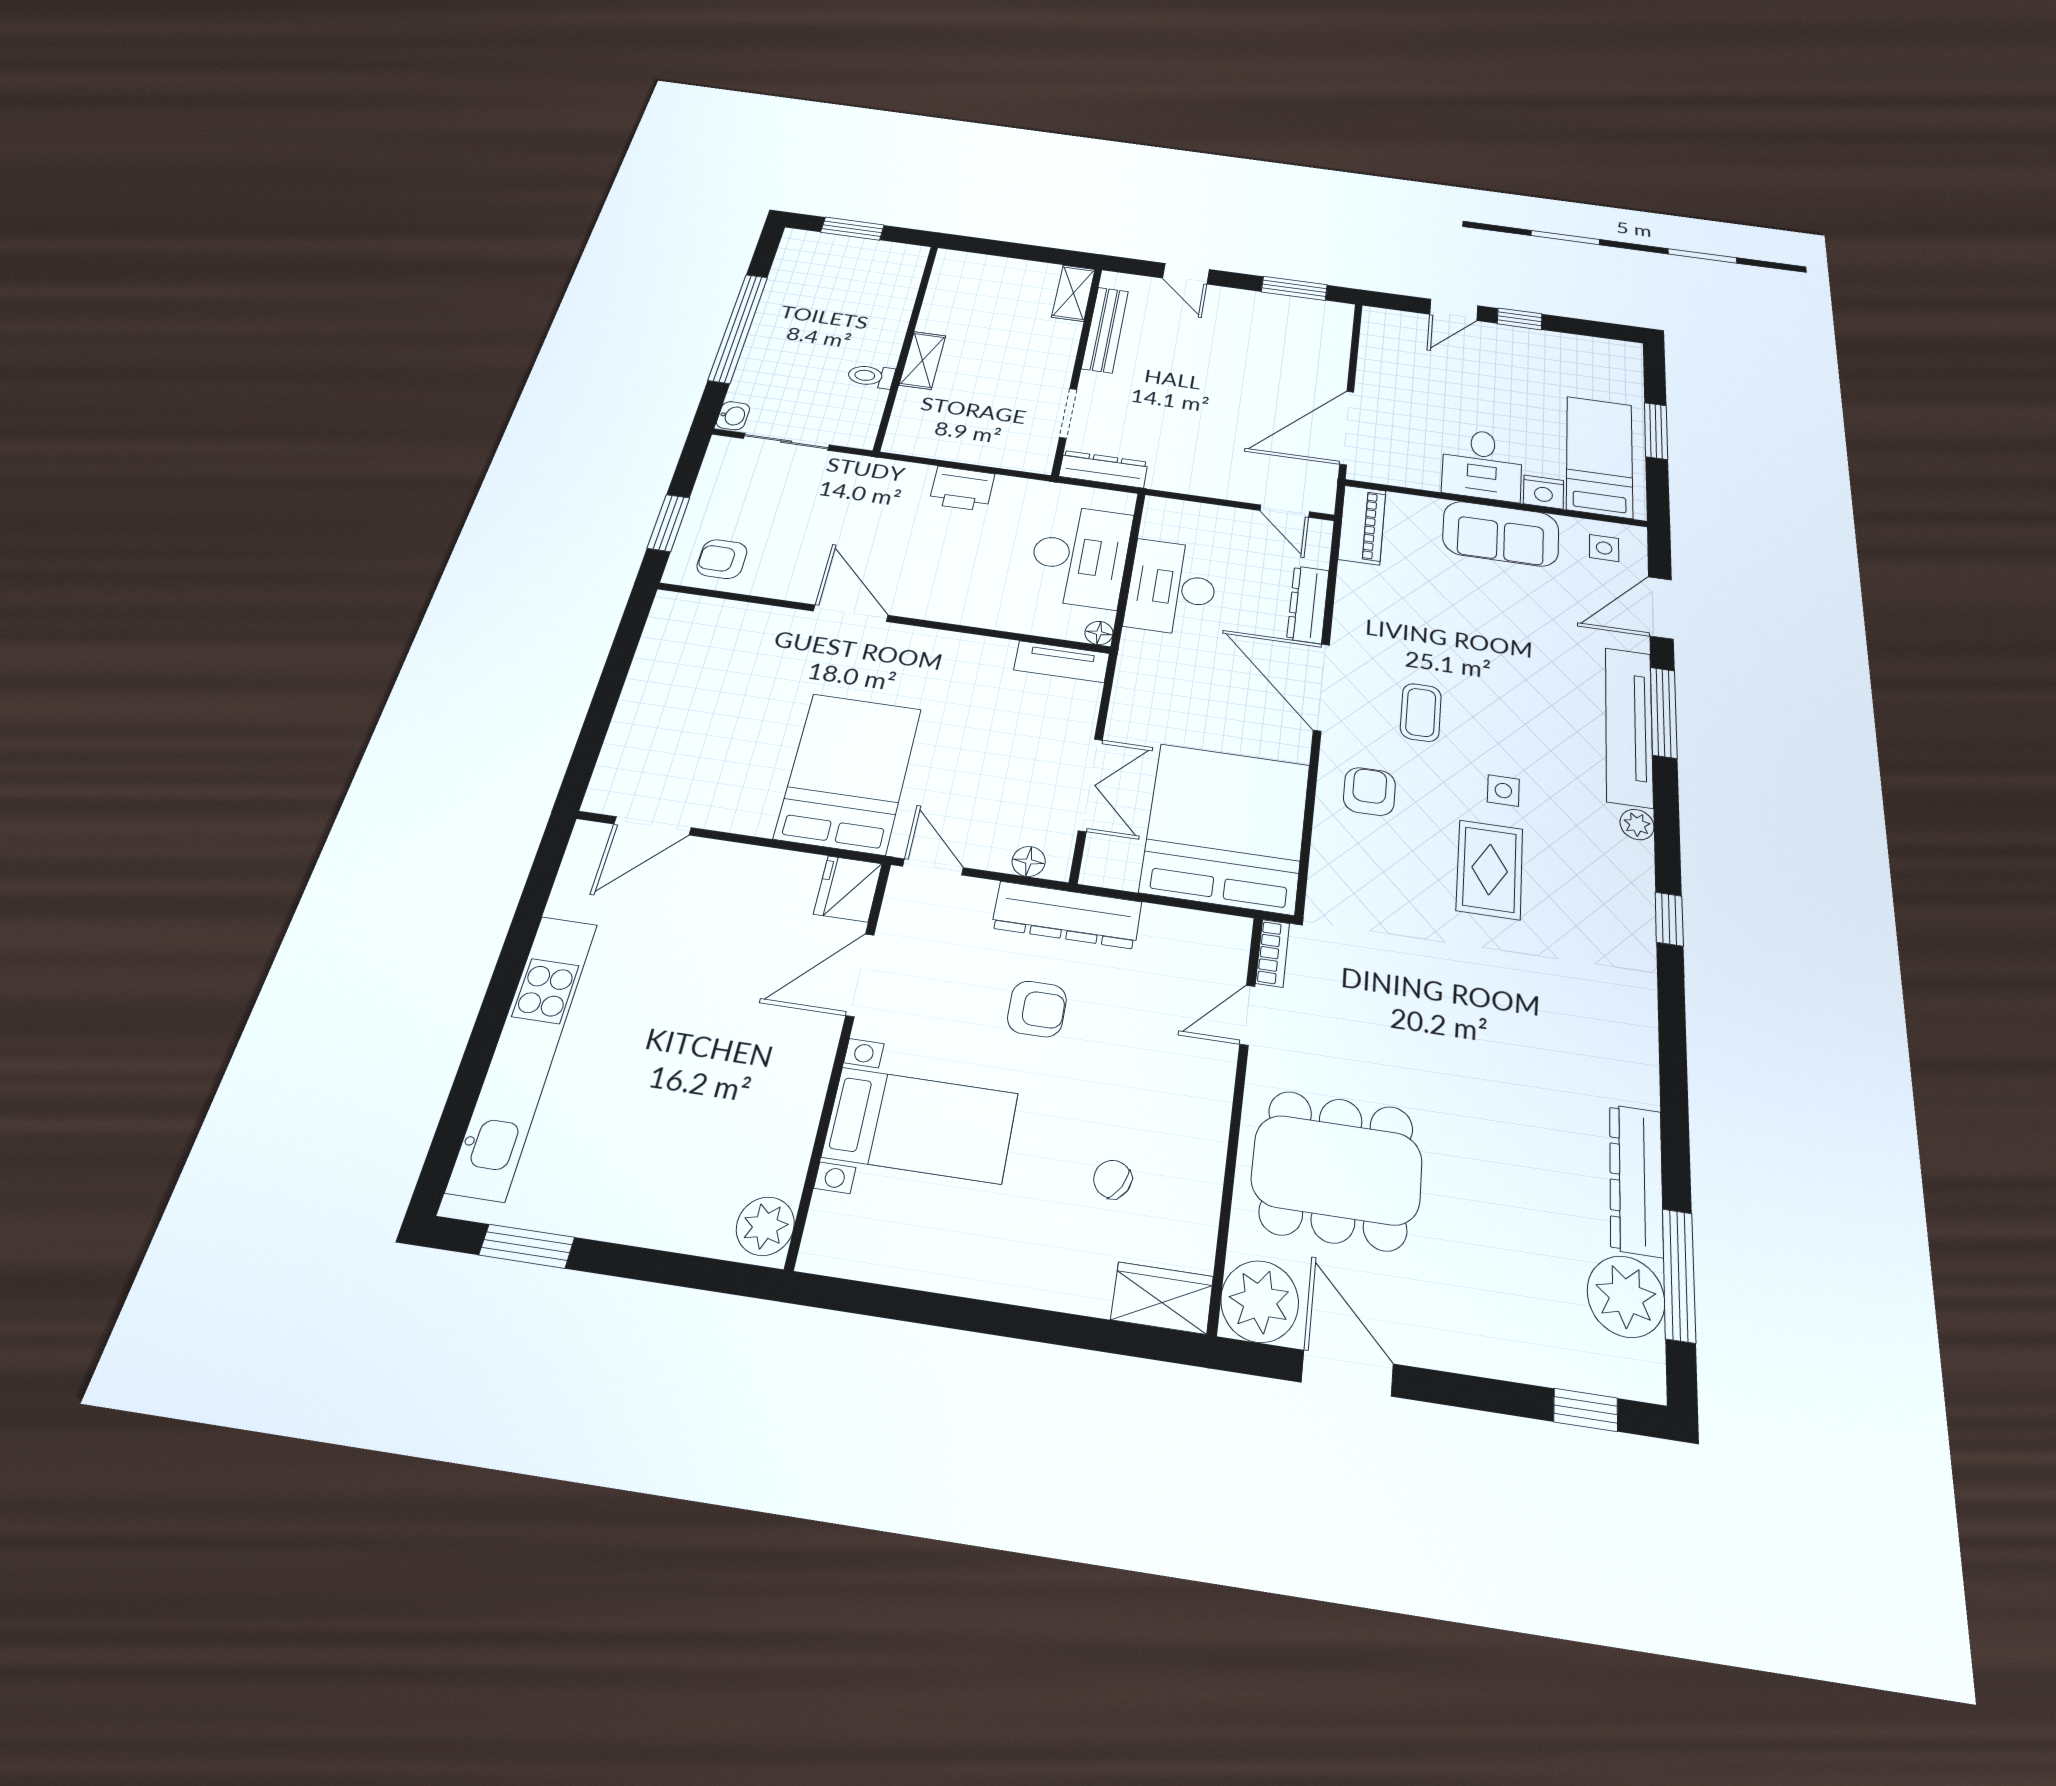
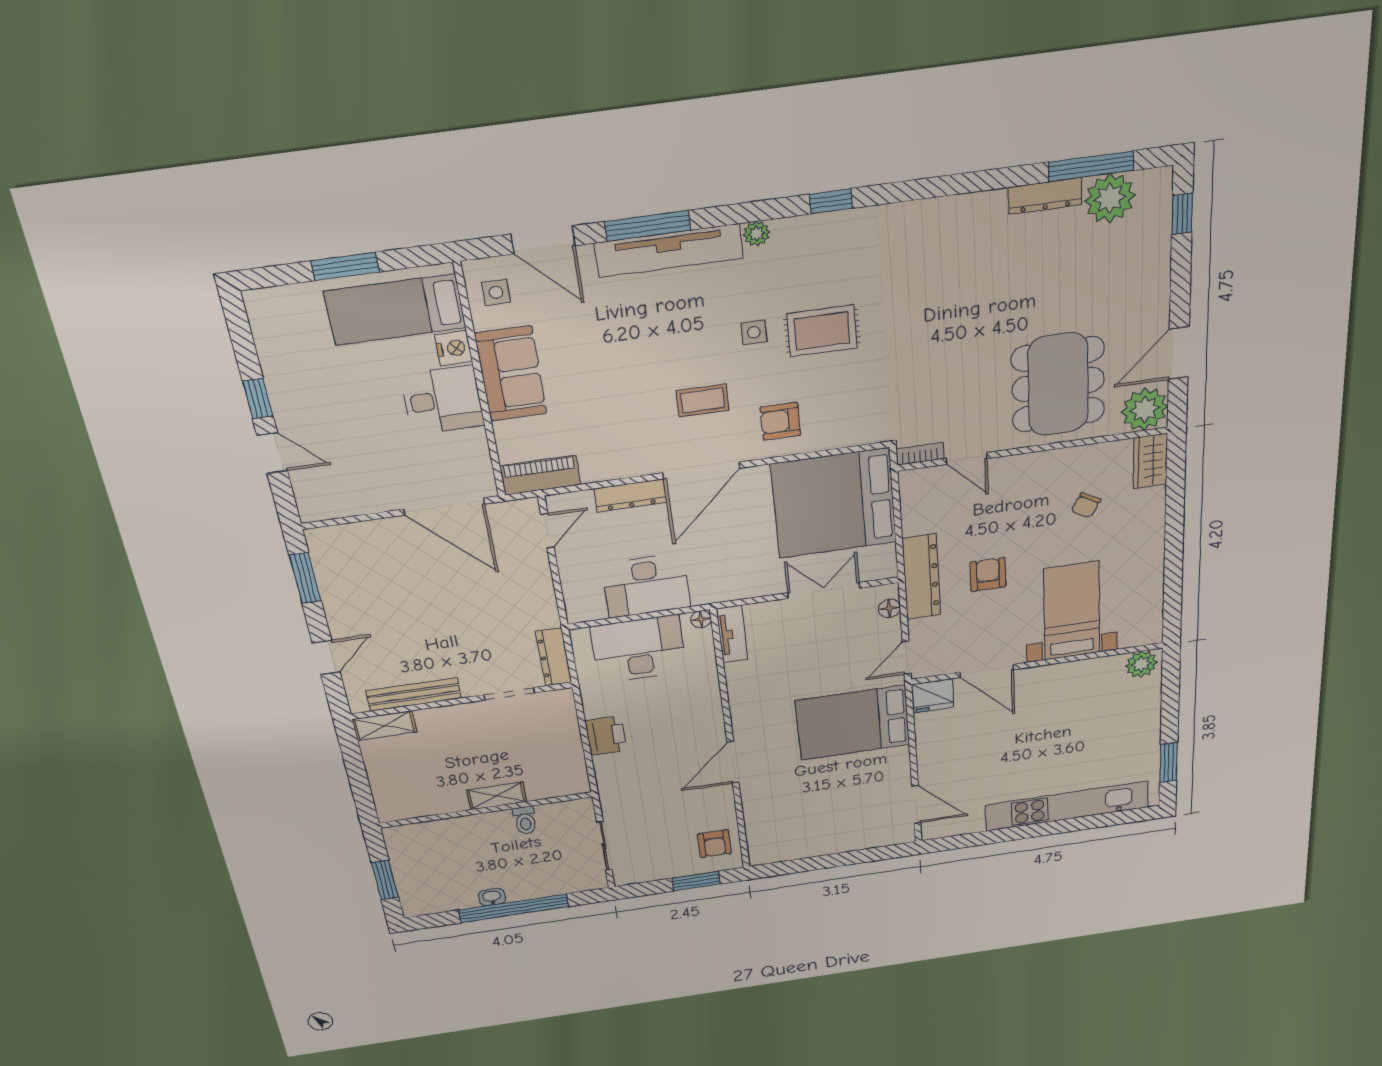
washbasin: (733, 416) -> (492, 897), moved
dresser: (1636, 1180) -> (1045, 196), width x0.73, depth x0.80

